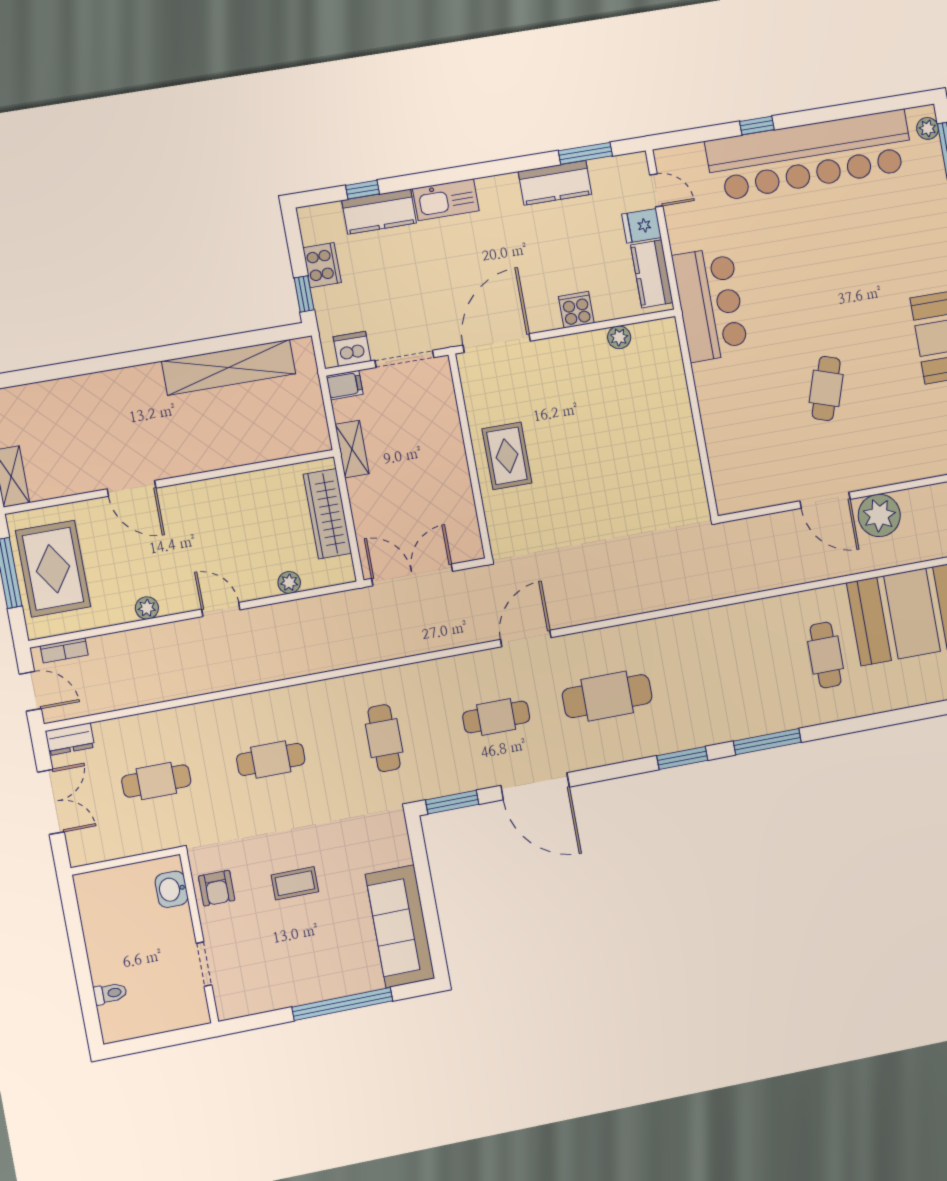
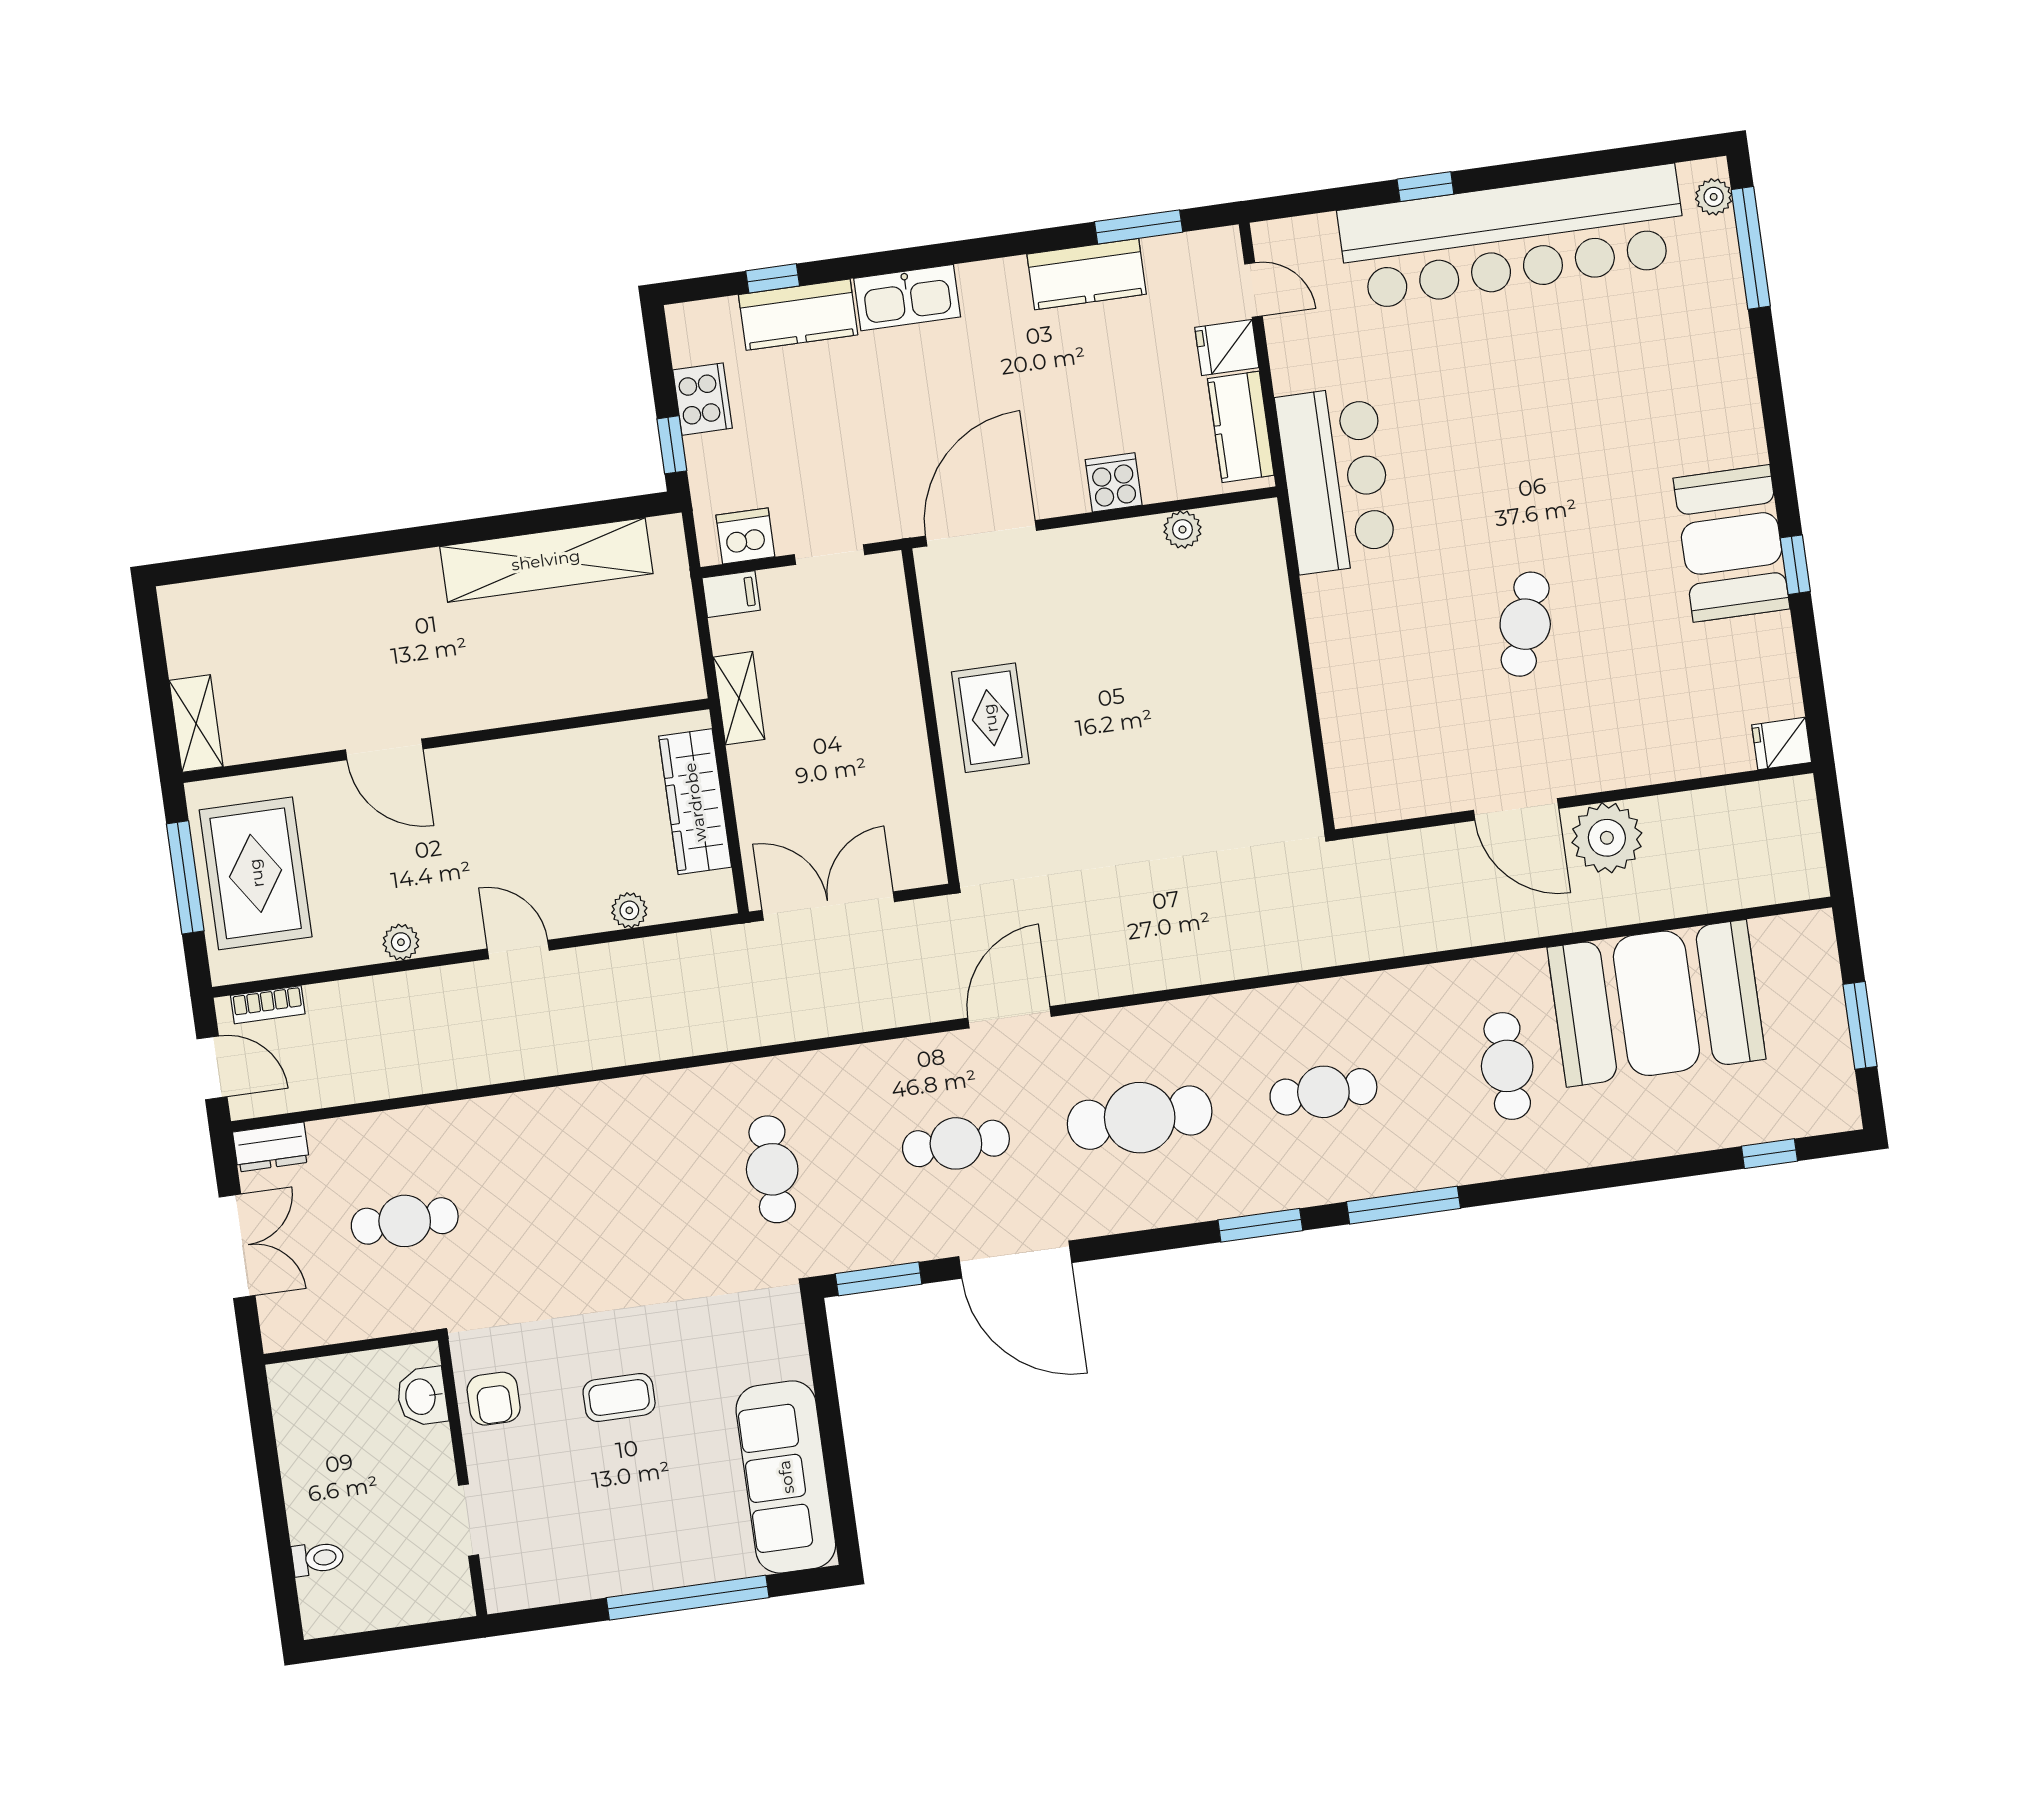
doorway: (404, 359) -> (829, 555), width x0.73
cafe table: (271, 759) -> (1323, 1092), moved

